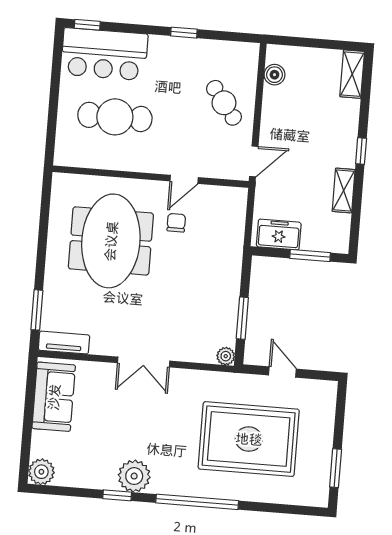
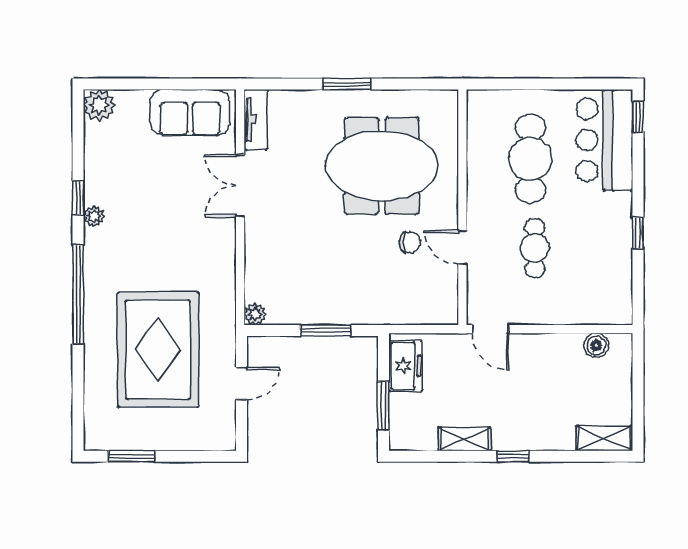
cafe table: (224, 103) -> (535, 248), moved, turned -53
window: (37, 310) -> (347, 84), moved
window: (242, 318) -> (326, 330), moved
double door: (144, 362) -> (240, 186), moved
plant: (134, 476) -> (94, 216), width x0.53, depth x0.53

